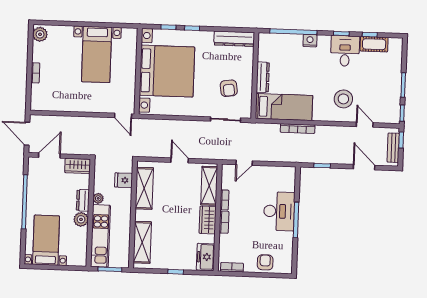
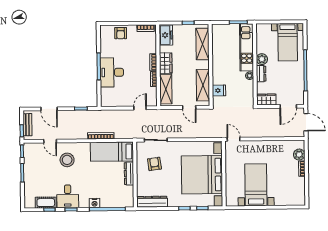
plant: (40, 34) -> (299, 155), moved
fridge: (124, 180) -> (219, 90), moved
shelving: (144, 188) -> (203, 85), moved
wall: (133, 214) -> (211, 65), moved
shelving: (142, 242) -> (202, 44), moved

